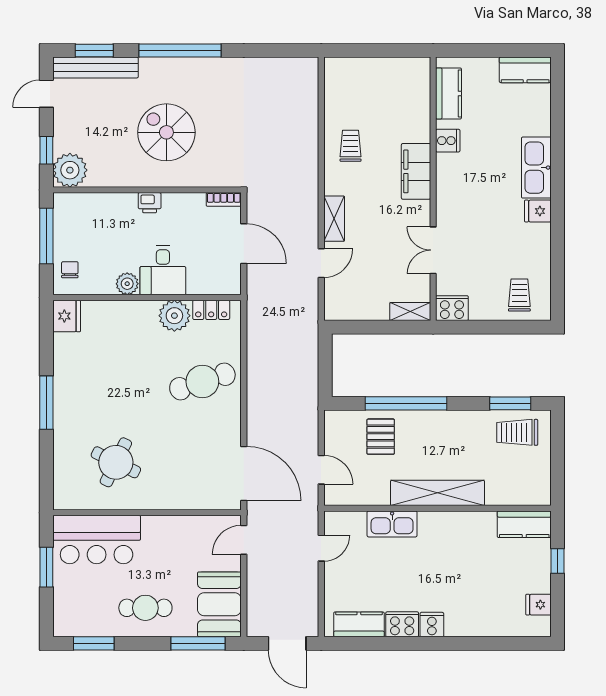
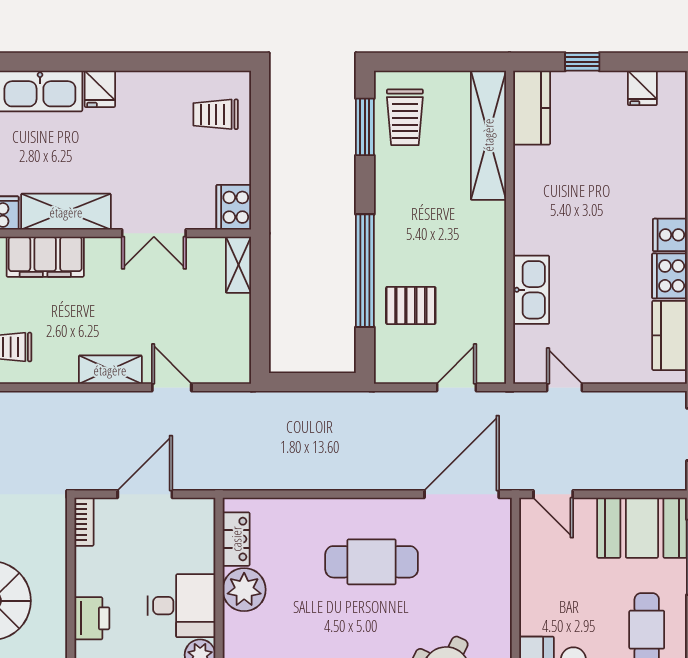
shelving: (449, 186) -> (66, 212), added
printer: (150, 203) -> (92, 618), width x1.36, depth x1.24
cafe table: (202, 382) -> (372, 562), moved, turned -72
shelving: (437, 493) -> (488, 135), moved

